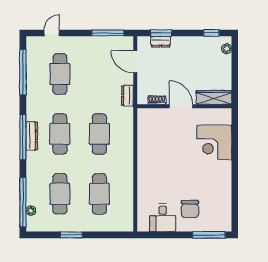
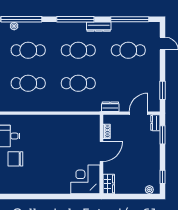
window: (108, 33) -> (163, 90), width x0.69
dresser: (161, 42) -> (155, 123), moved
wardrobe: (214, 97) -> (109, 184), width x0.67
dresser: (32, 136) -> (99, 27), moved
corner desk: (214, 142) -> (85, 179), moved

